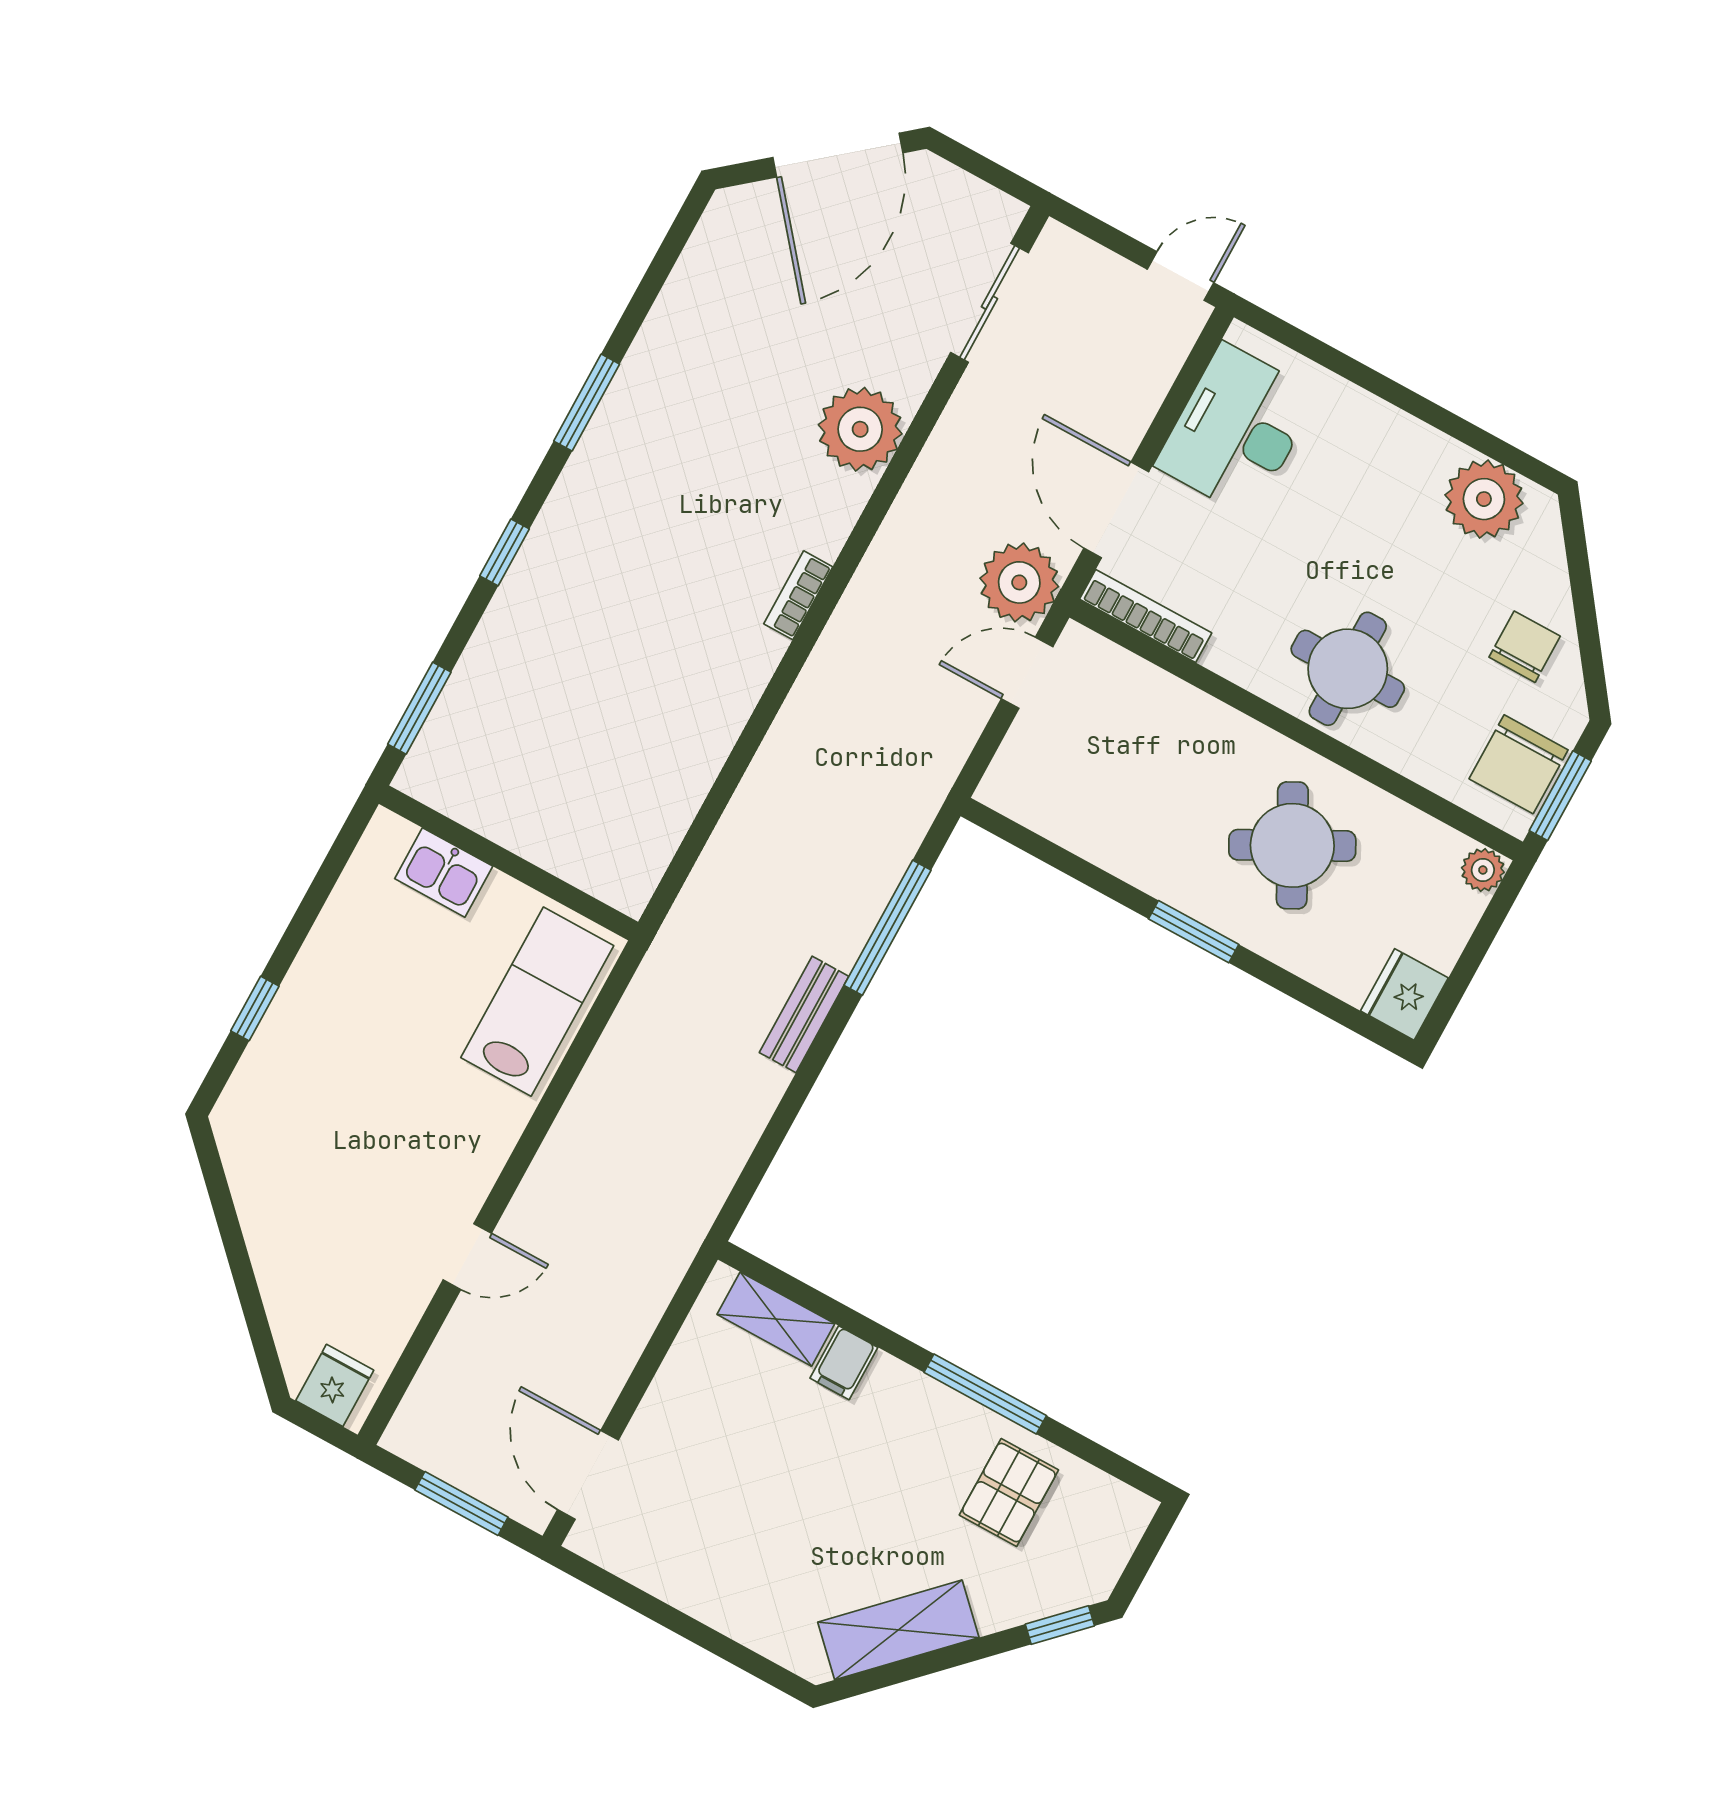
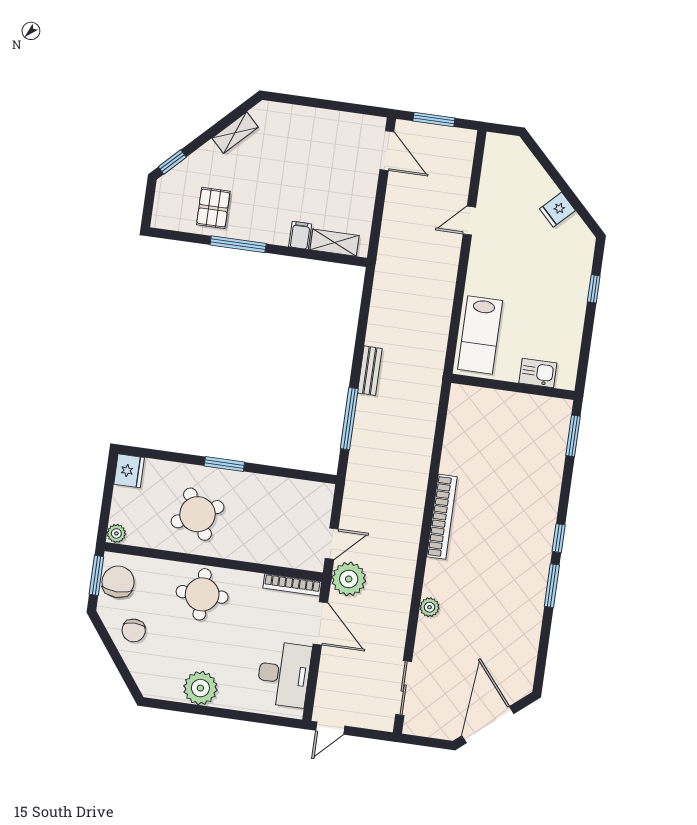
plant: (860, 429) -> (430, 607), width x0.53, depth x0.53
plant: (1484, 499) -> (200, 688), moved
window: (505, 552) -> (559, 538), moved
bookcase: (798, 595) -> (442, 517), width x2.31, depth x1.31
fridge: (335, 1385) -> (557, 210), moved, turned 45
shelving: (898, 1630) -> (235, 133), width x0.67, depth x0.75

